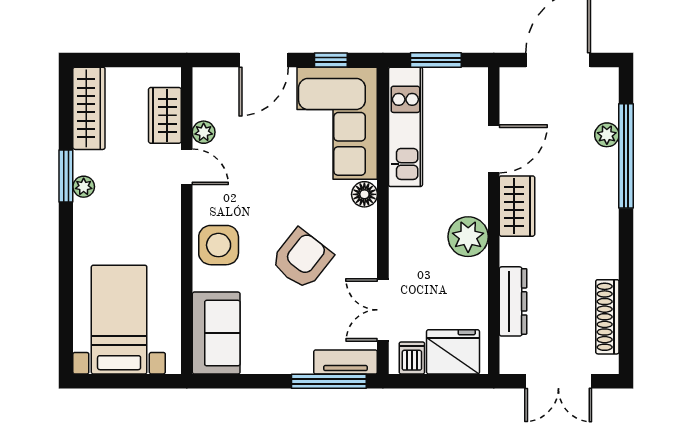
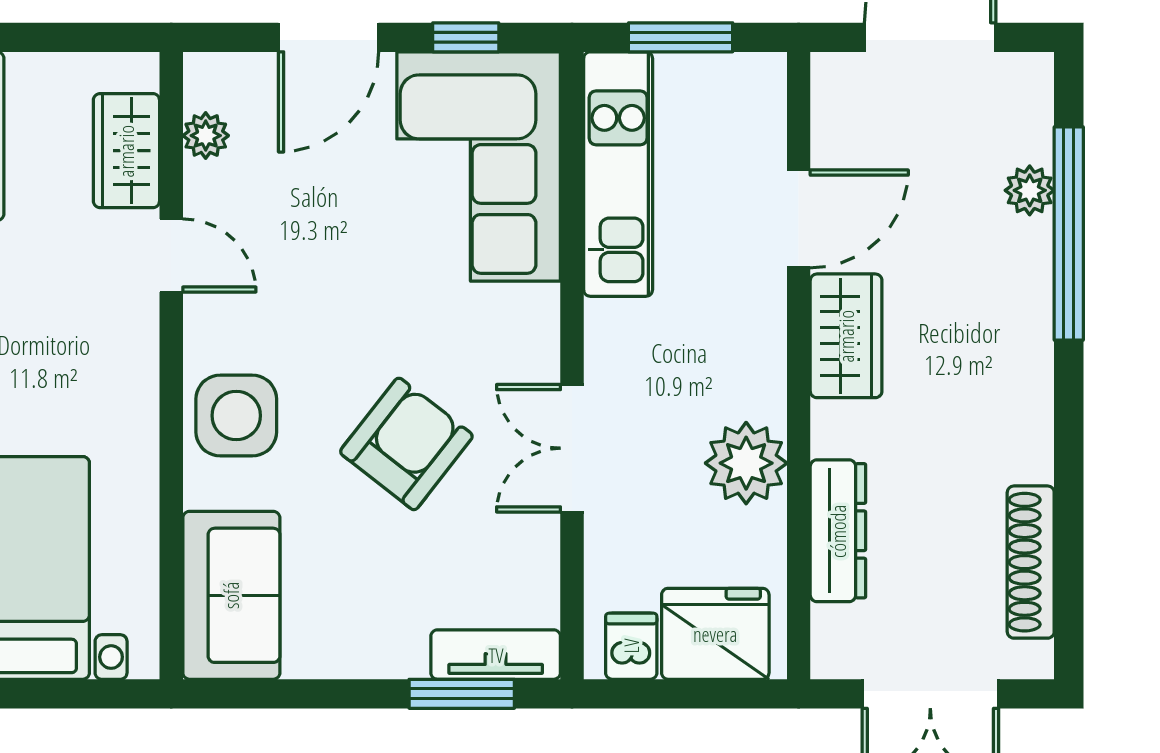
plant: (204, 132) -> (206, 136), moved
floor lamp: (364, 194) -> (534, 312), removed
plant: (468, 237) -> (746, 463), moved
double door: (383, 310) -> (572, 448), moved
window: (329, 381) -> (462, 694), width x0.69

